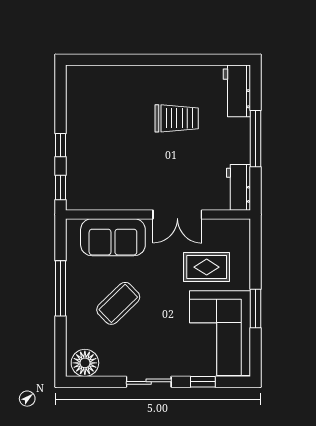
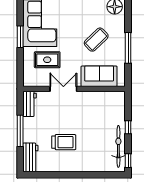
bicycle: (78, 111) -> (118, 146), added
trolley: (177, 118) -> (64, 142), turned 180
window: (61, 187) -> (128, 161), moved

